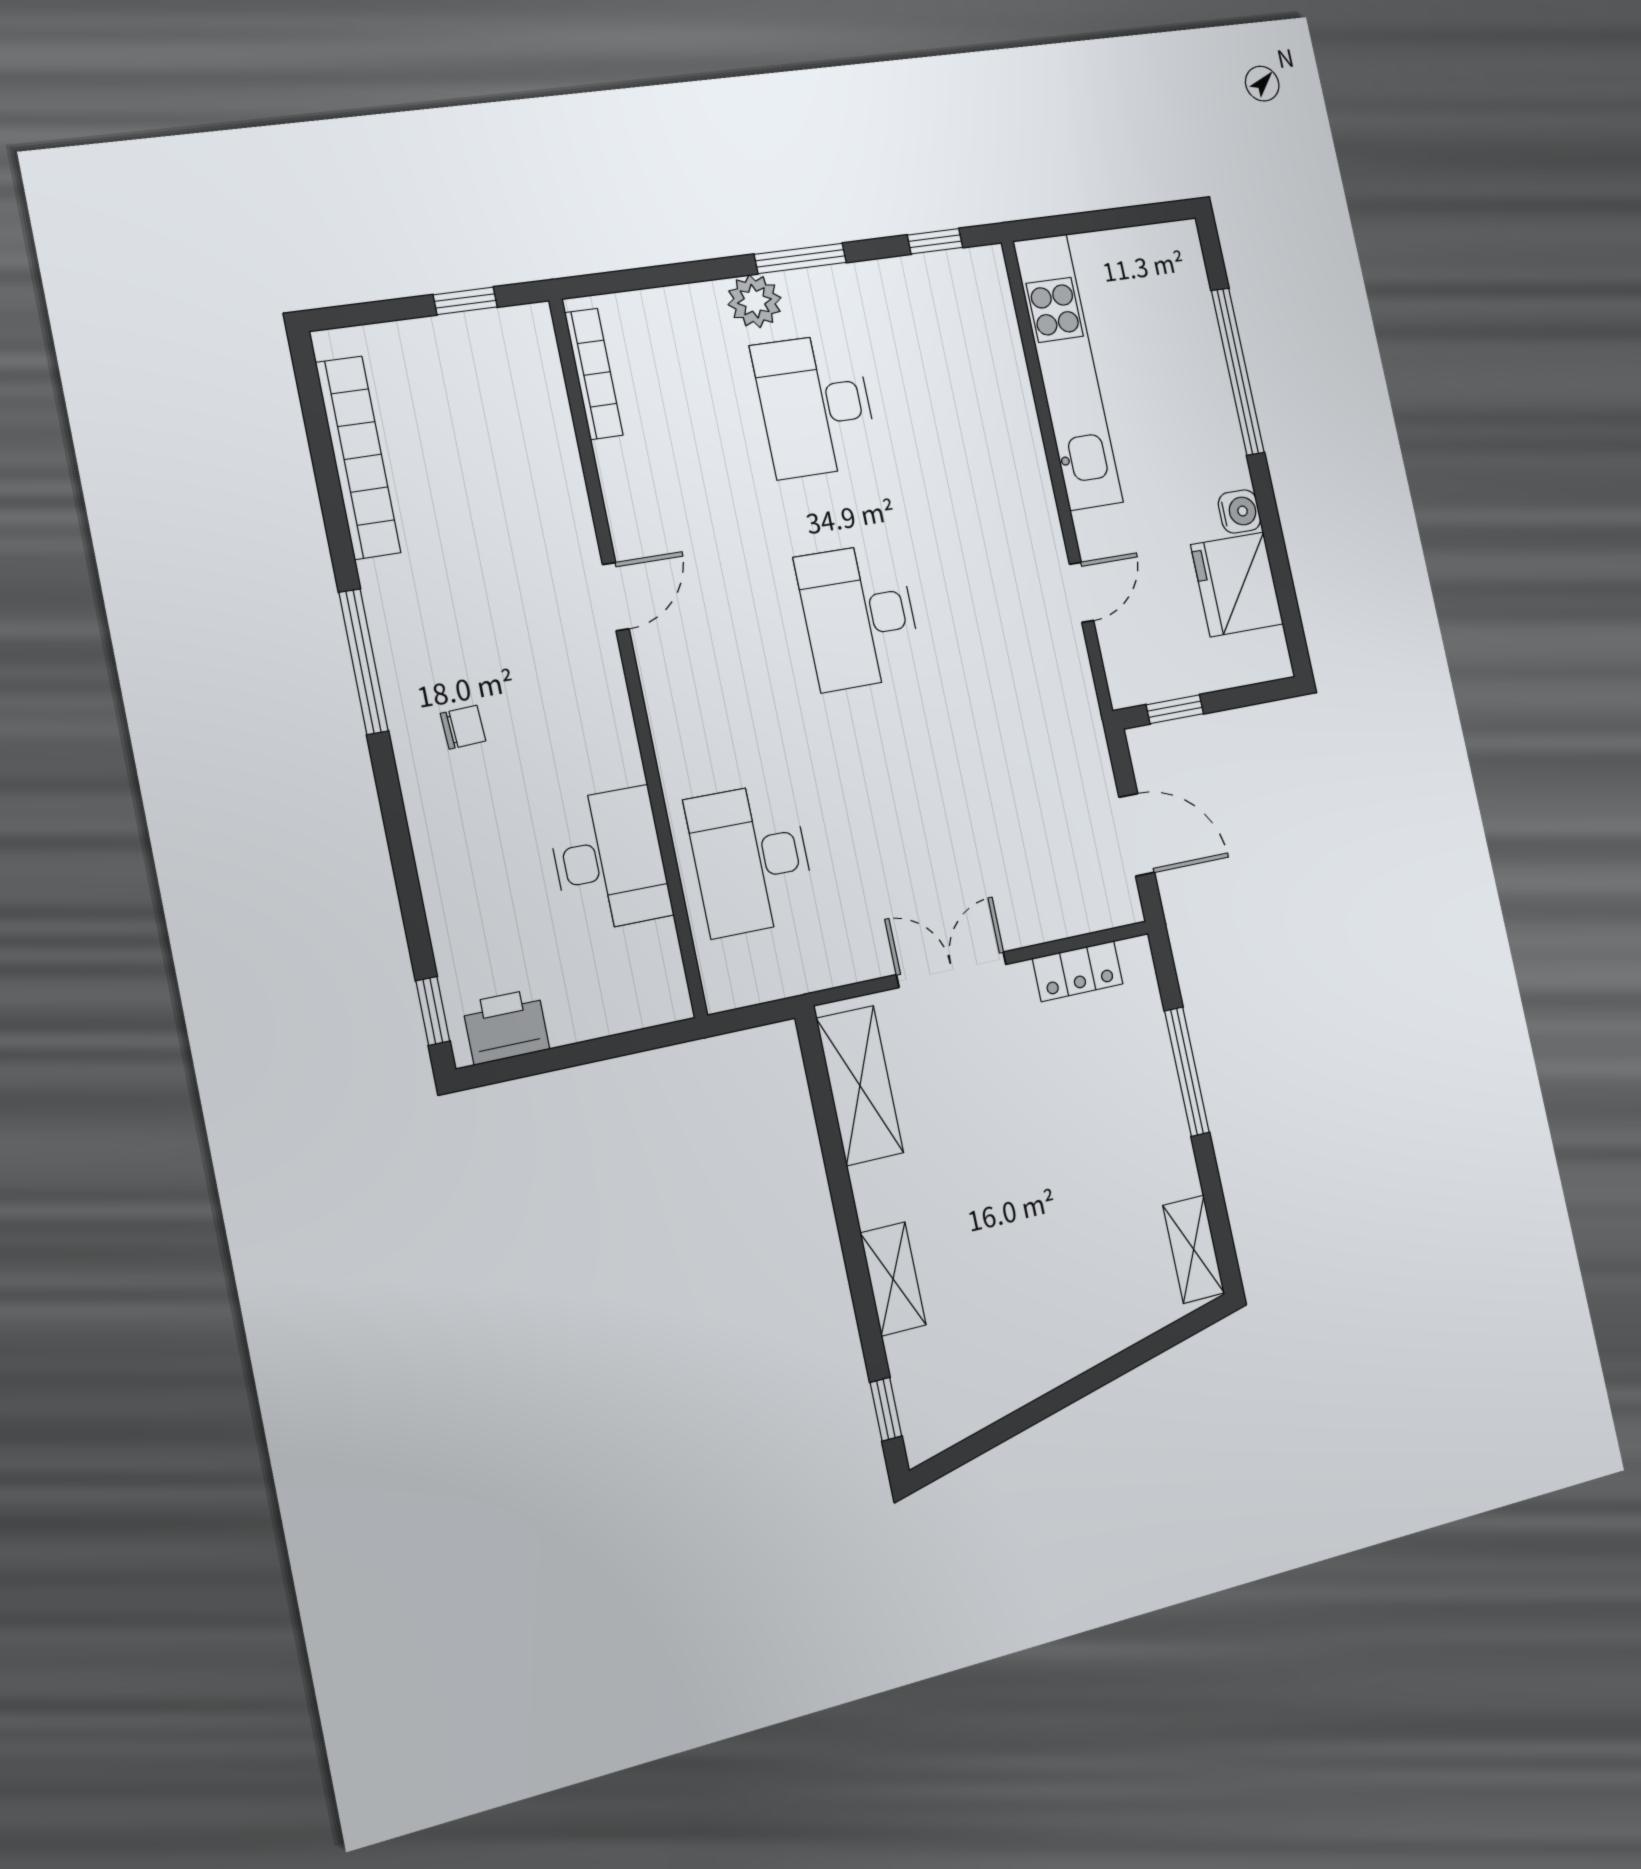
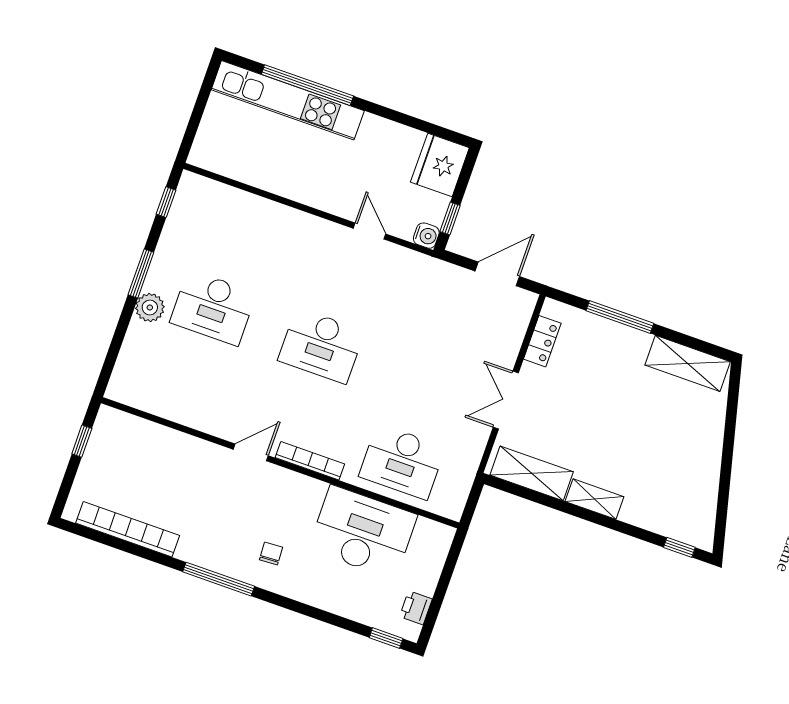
kitchen unit: (1068, 372) -> (288, 100), moved, turned 180
bookcase: (594, 374) -> (310, 461), moved
water cooler: (1239, 511) -> (426, 236), moved, turned 90
fridge: (1237, 584) -> (440, 165), moved, turned 90
door: (616, 597) -> (251, 452), hinge flipped
desk: (609, 859) -> (363, 532), width x1.36, depth x1.30
printer: (506, 1026) -> (416, 608), width x0.73, depth x0.81
shelving: (1194, 1249) -> (688, 363), width x1.50, depth x1.33
shelving: (893, 1279) -> (594, 499), moved

